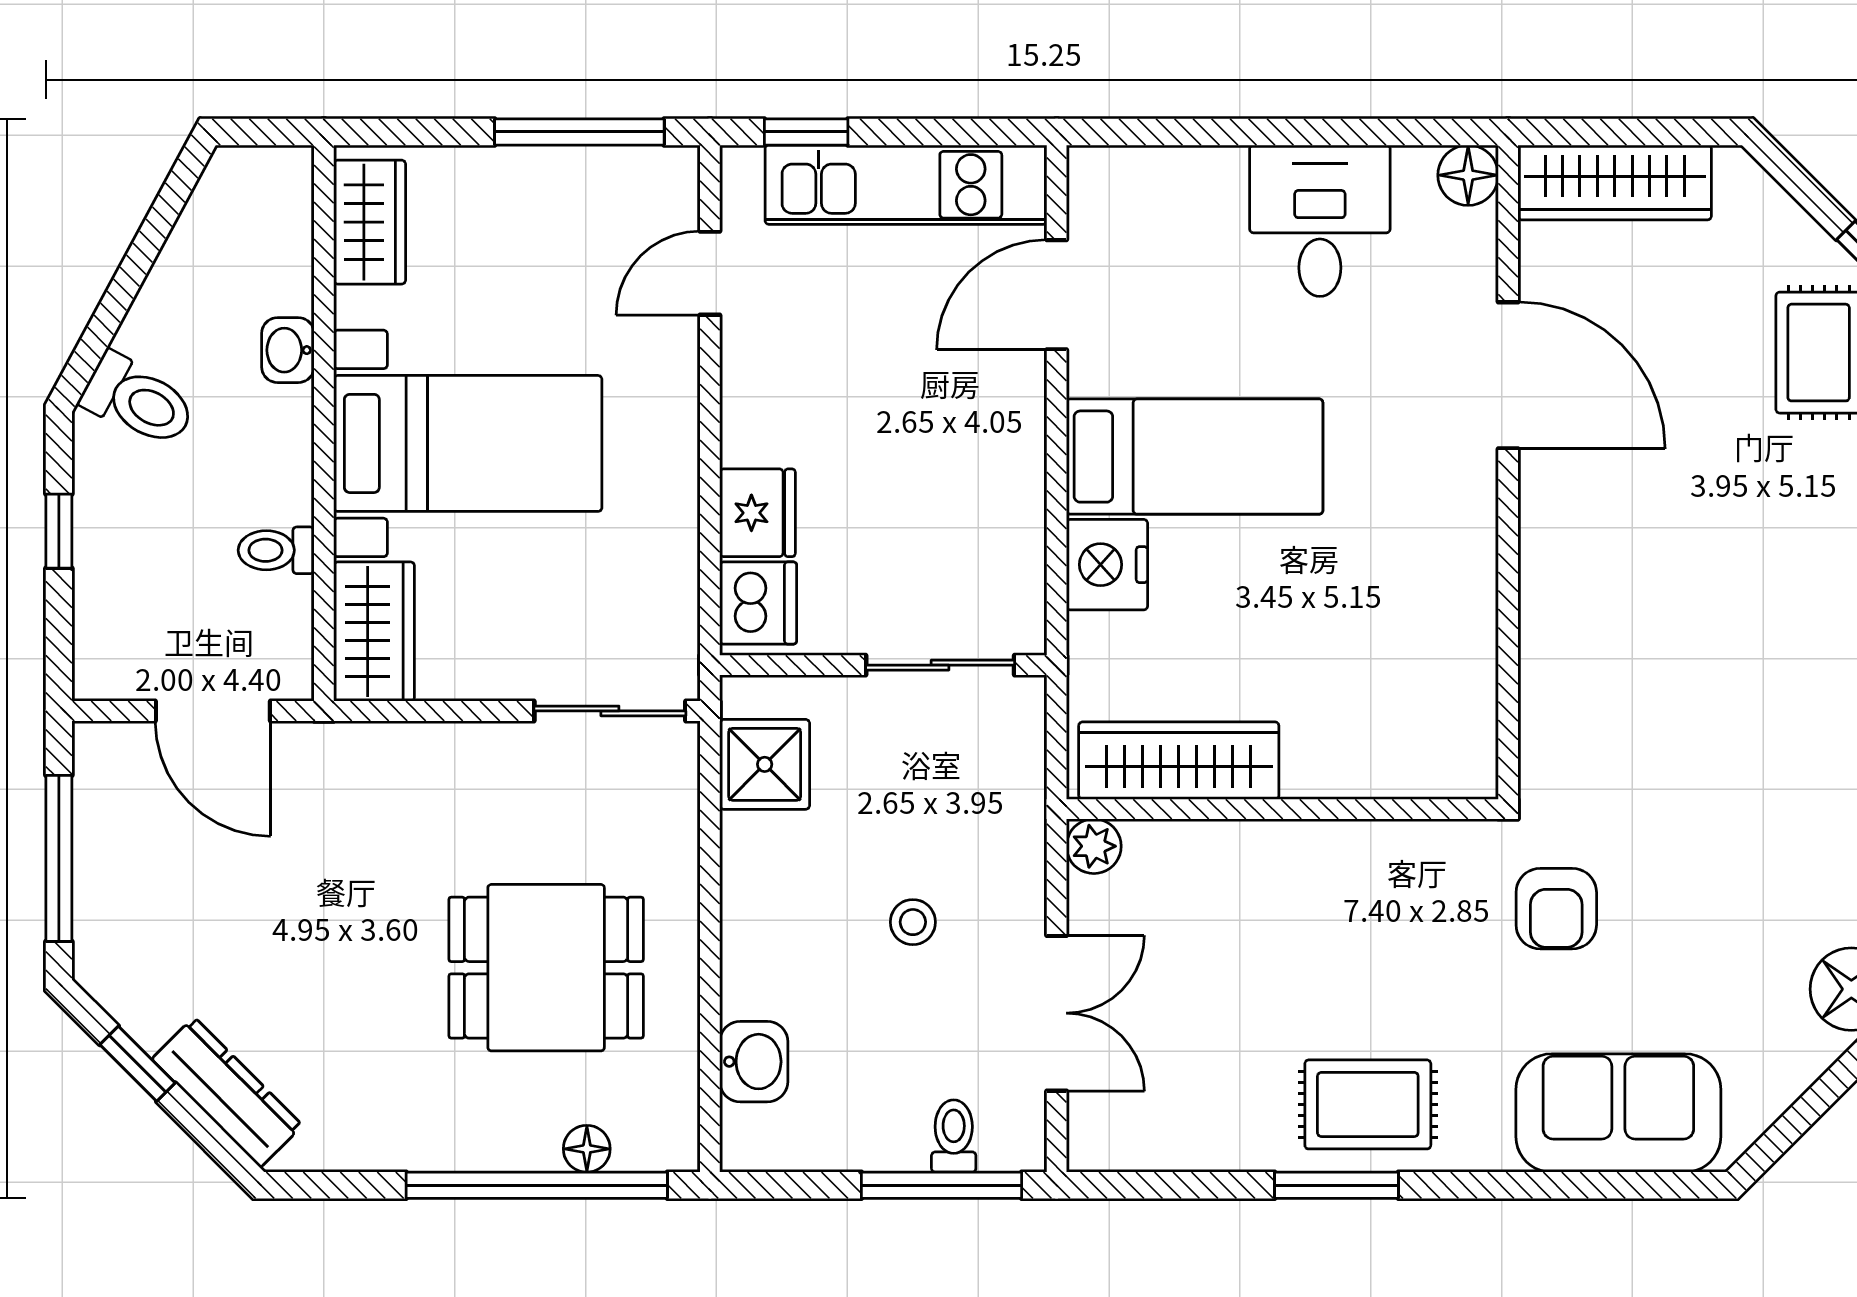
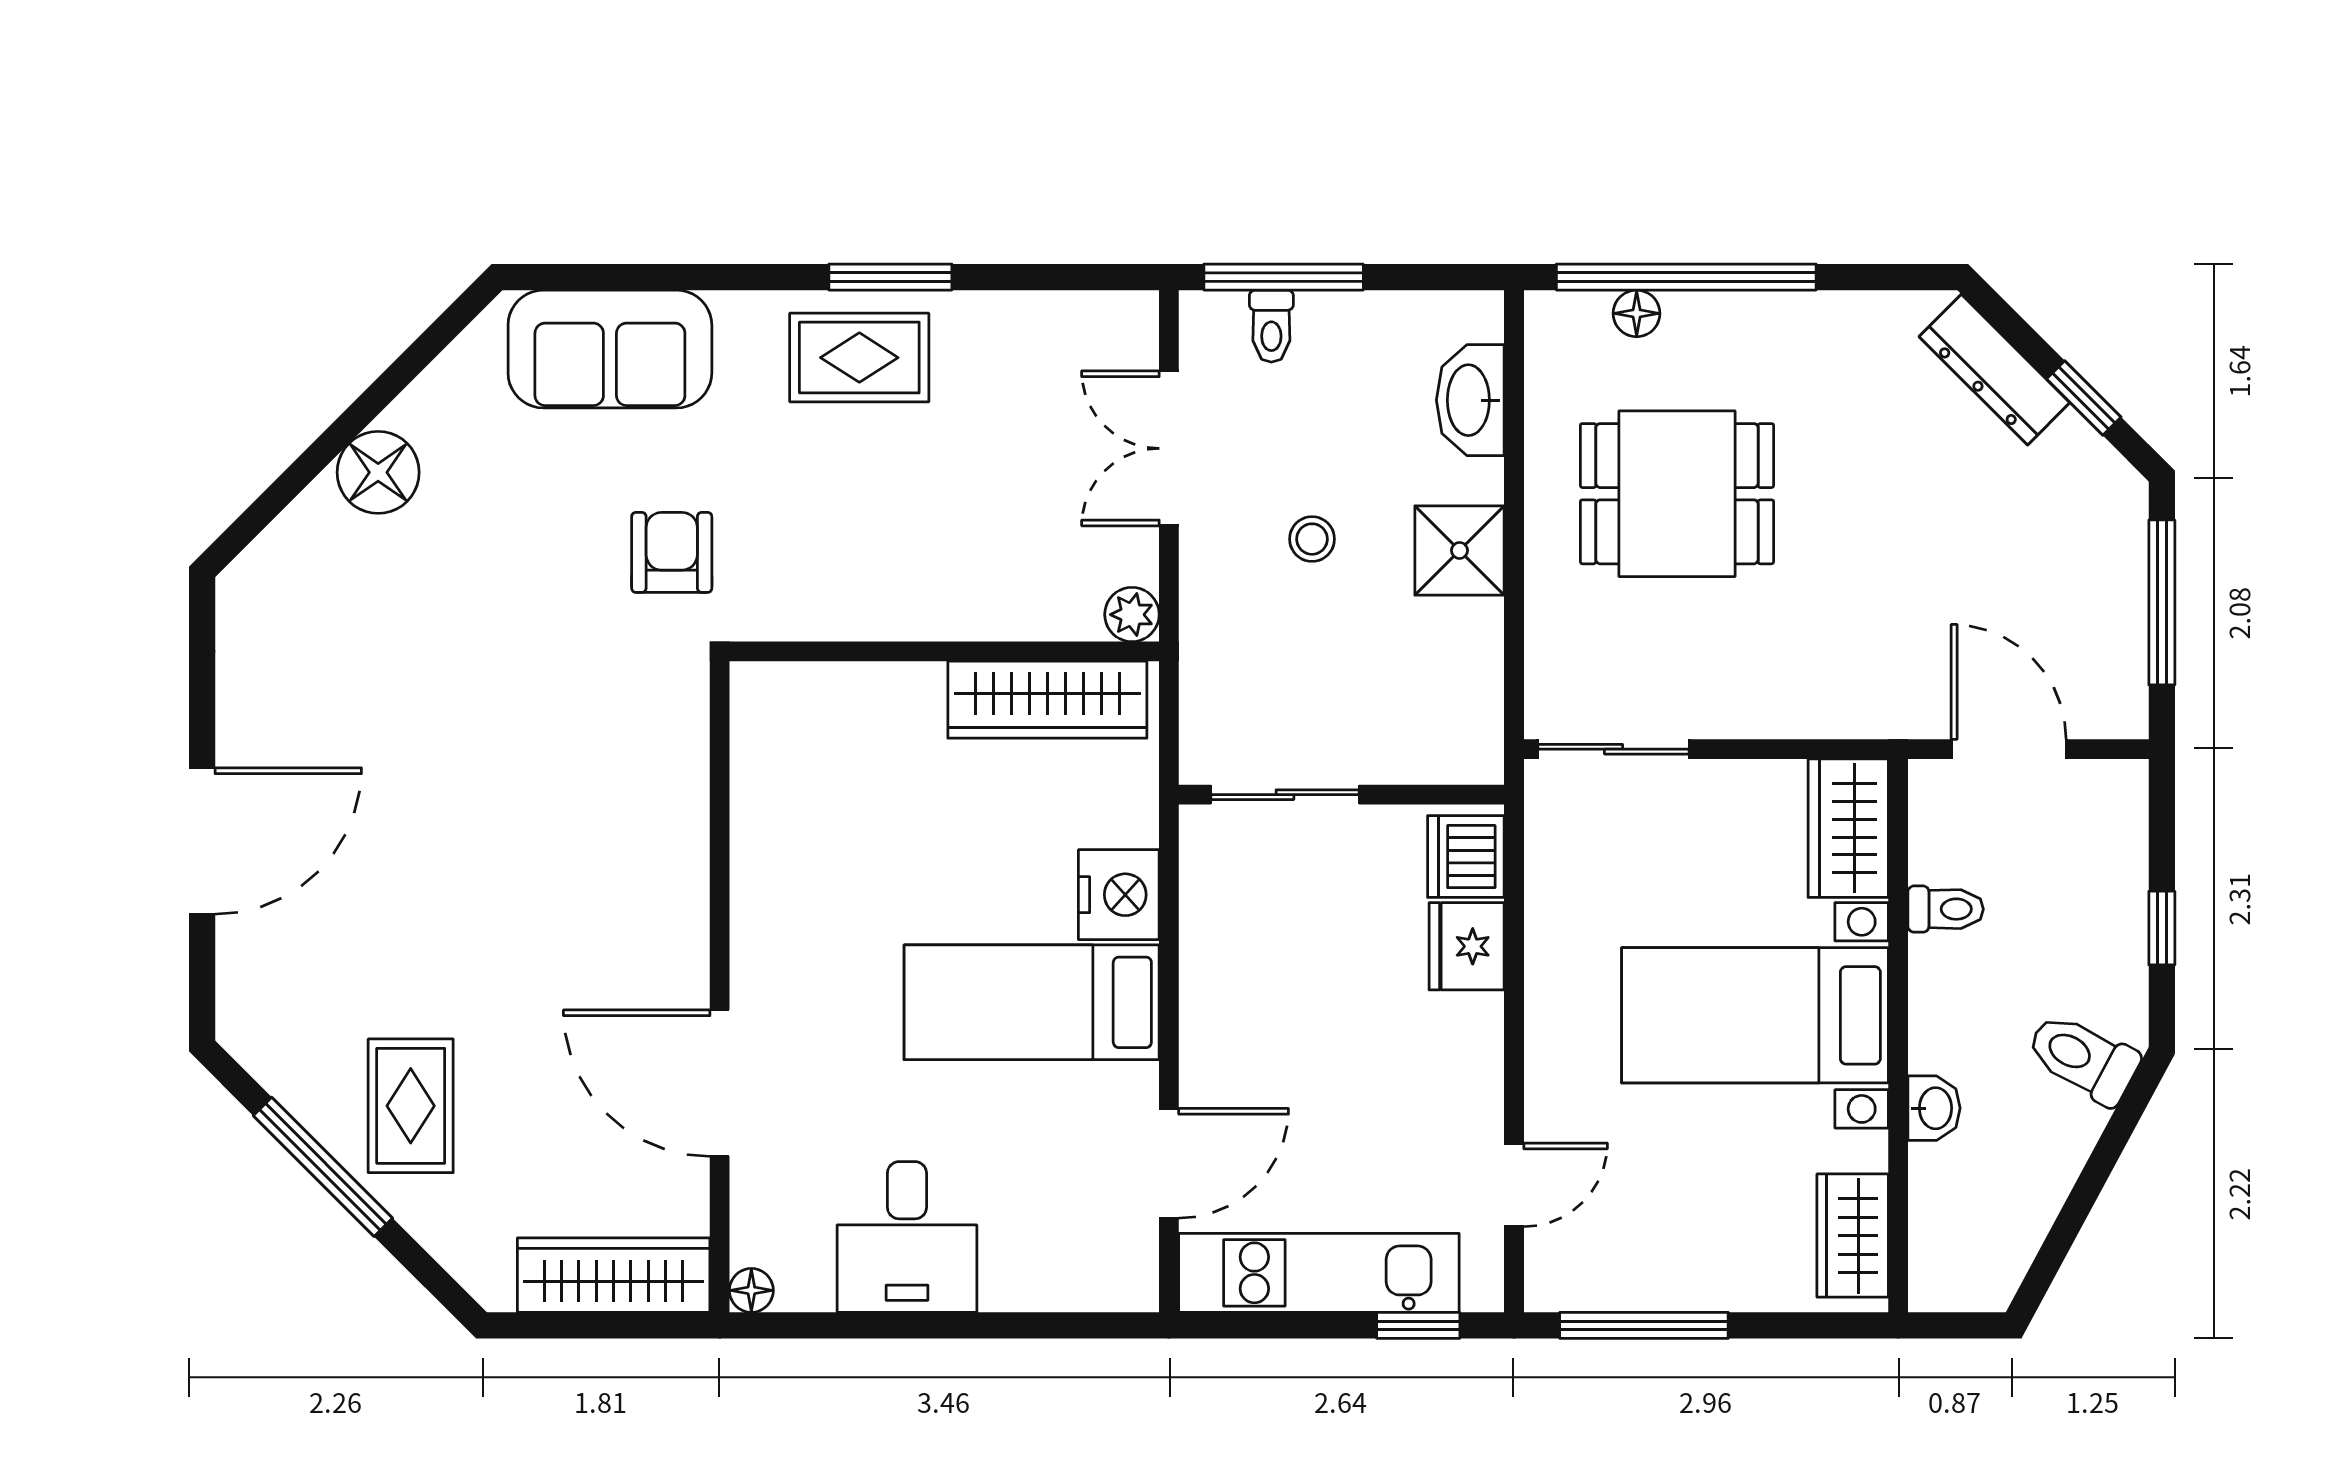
floor lamp: (1468, 175) -> (751, 1290), width x0.73, depth x0.73
shower: (765, 764) -> (1460, 550), moved
washbasin: (754, 1062) -> (1470, 400), width x1.38

